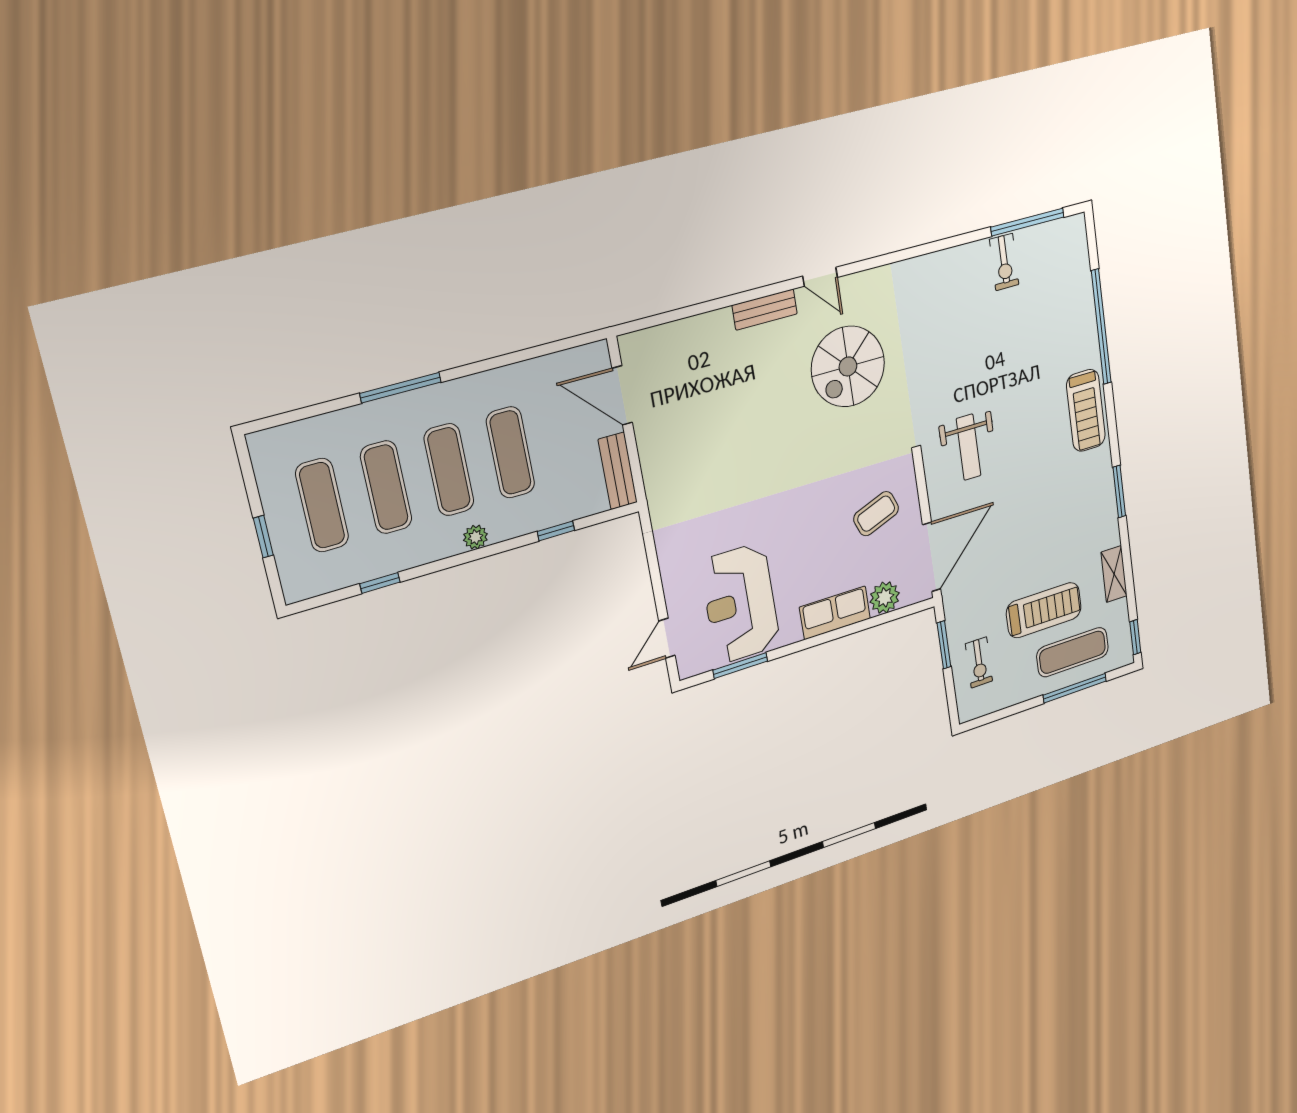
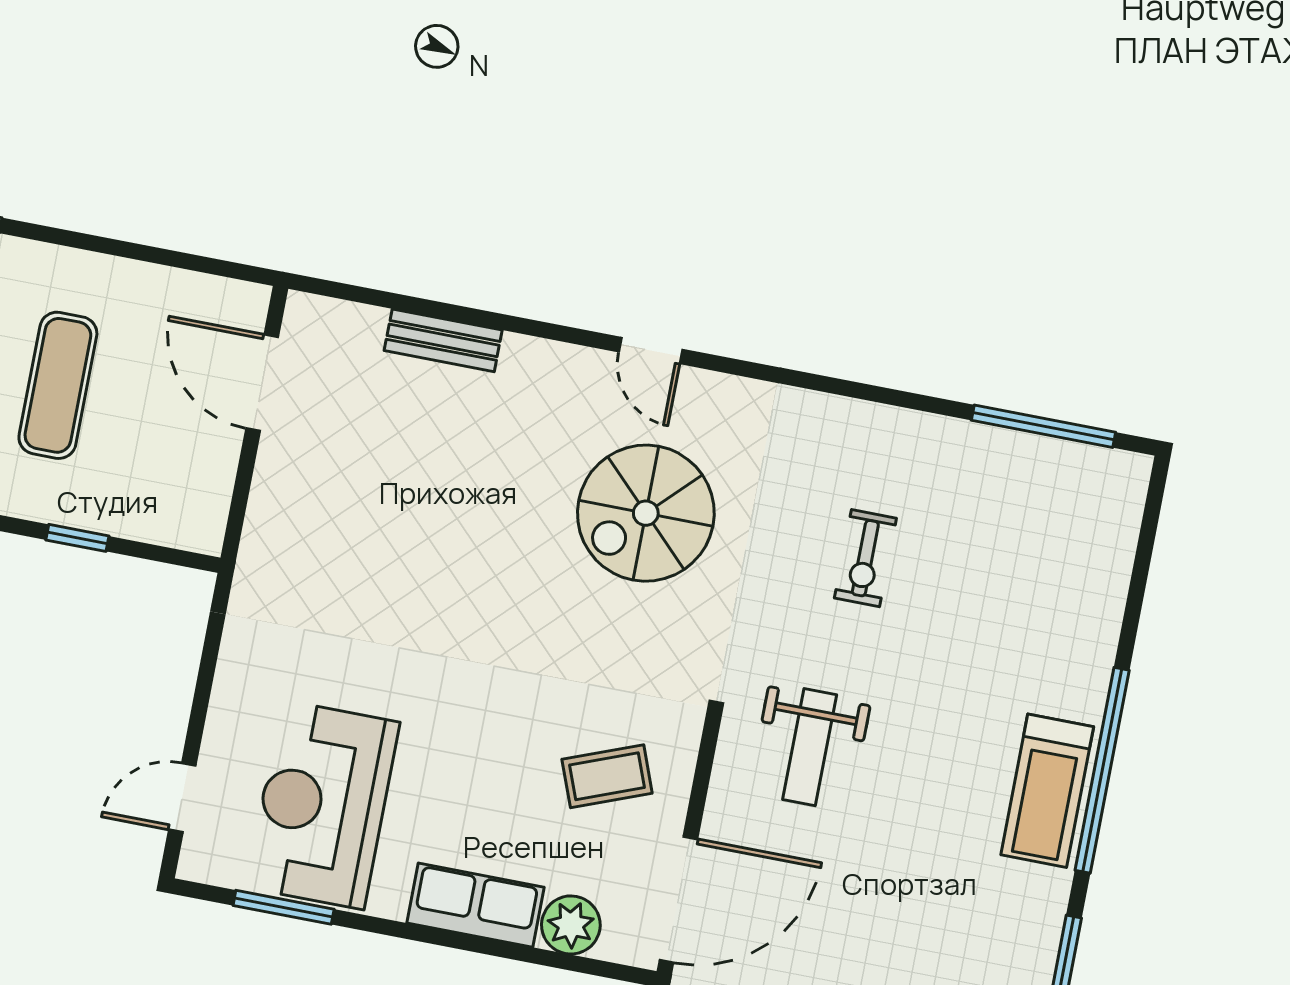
exercise bike: (1004, 262) -> (865, 558), moved
bench: (765, 310) -> (443, 340), moved
window: (1101, 327) -> (1102, 770), moved
bench: (618, 471) -> (209, 494), removed

